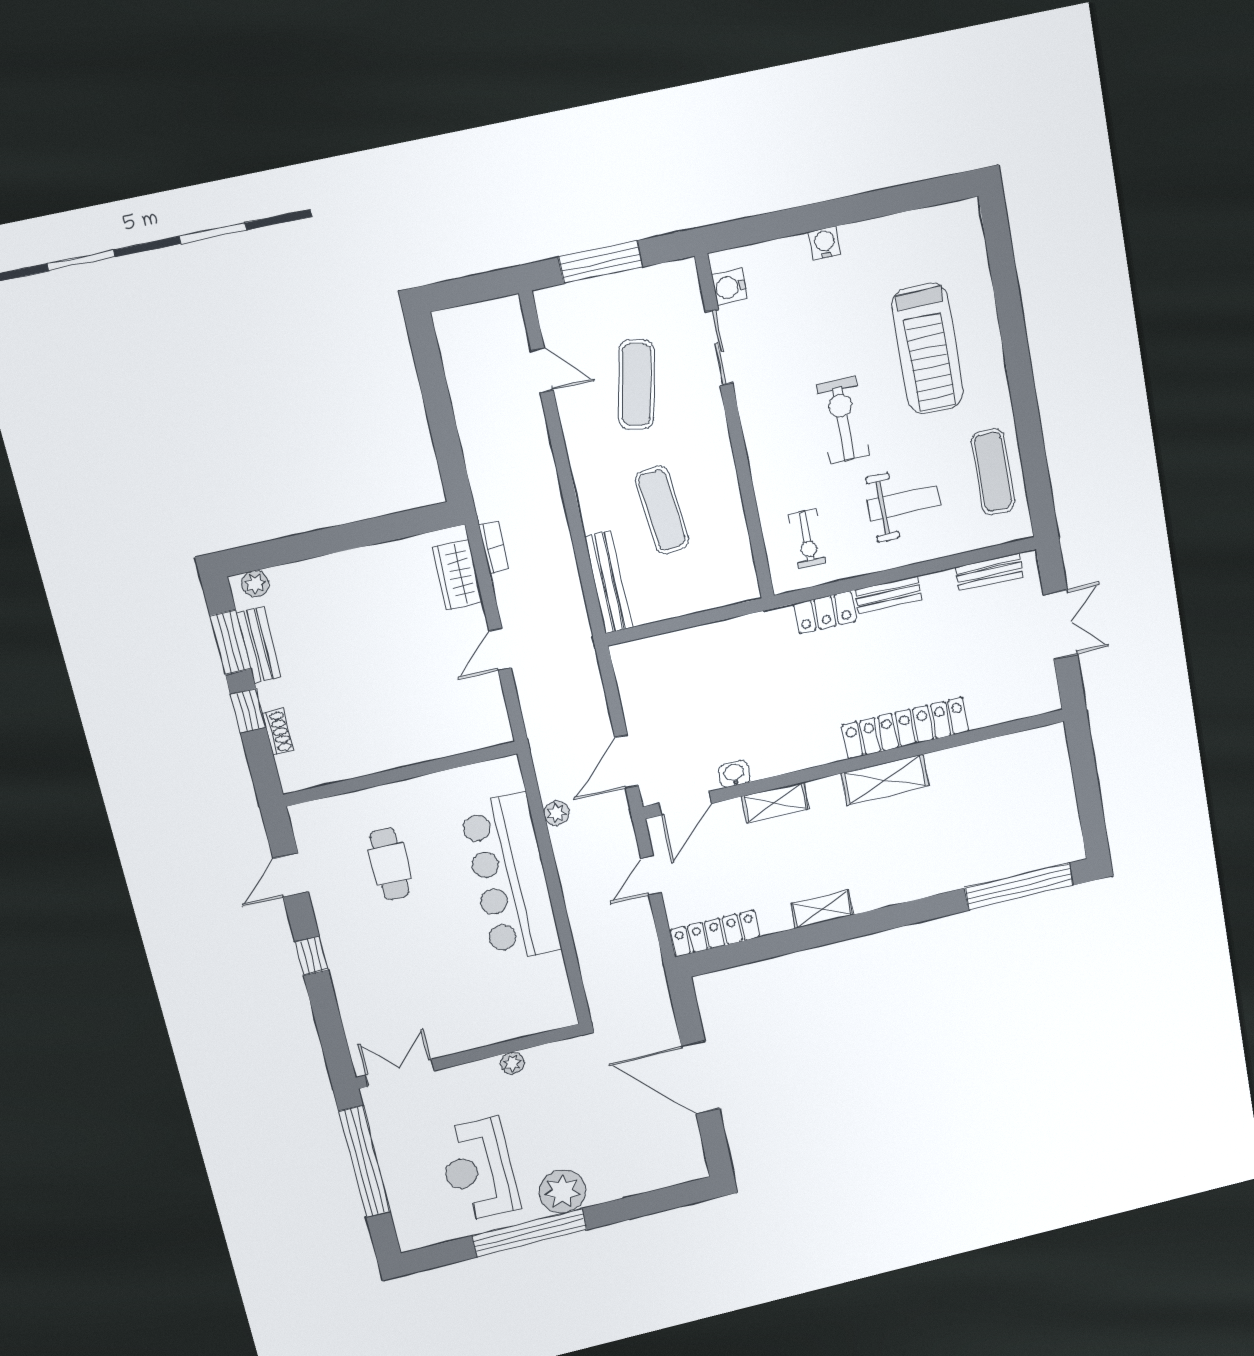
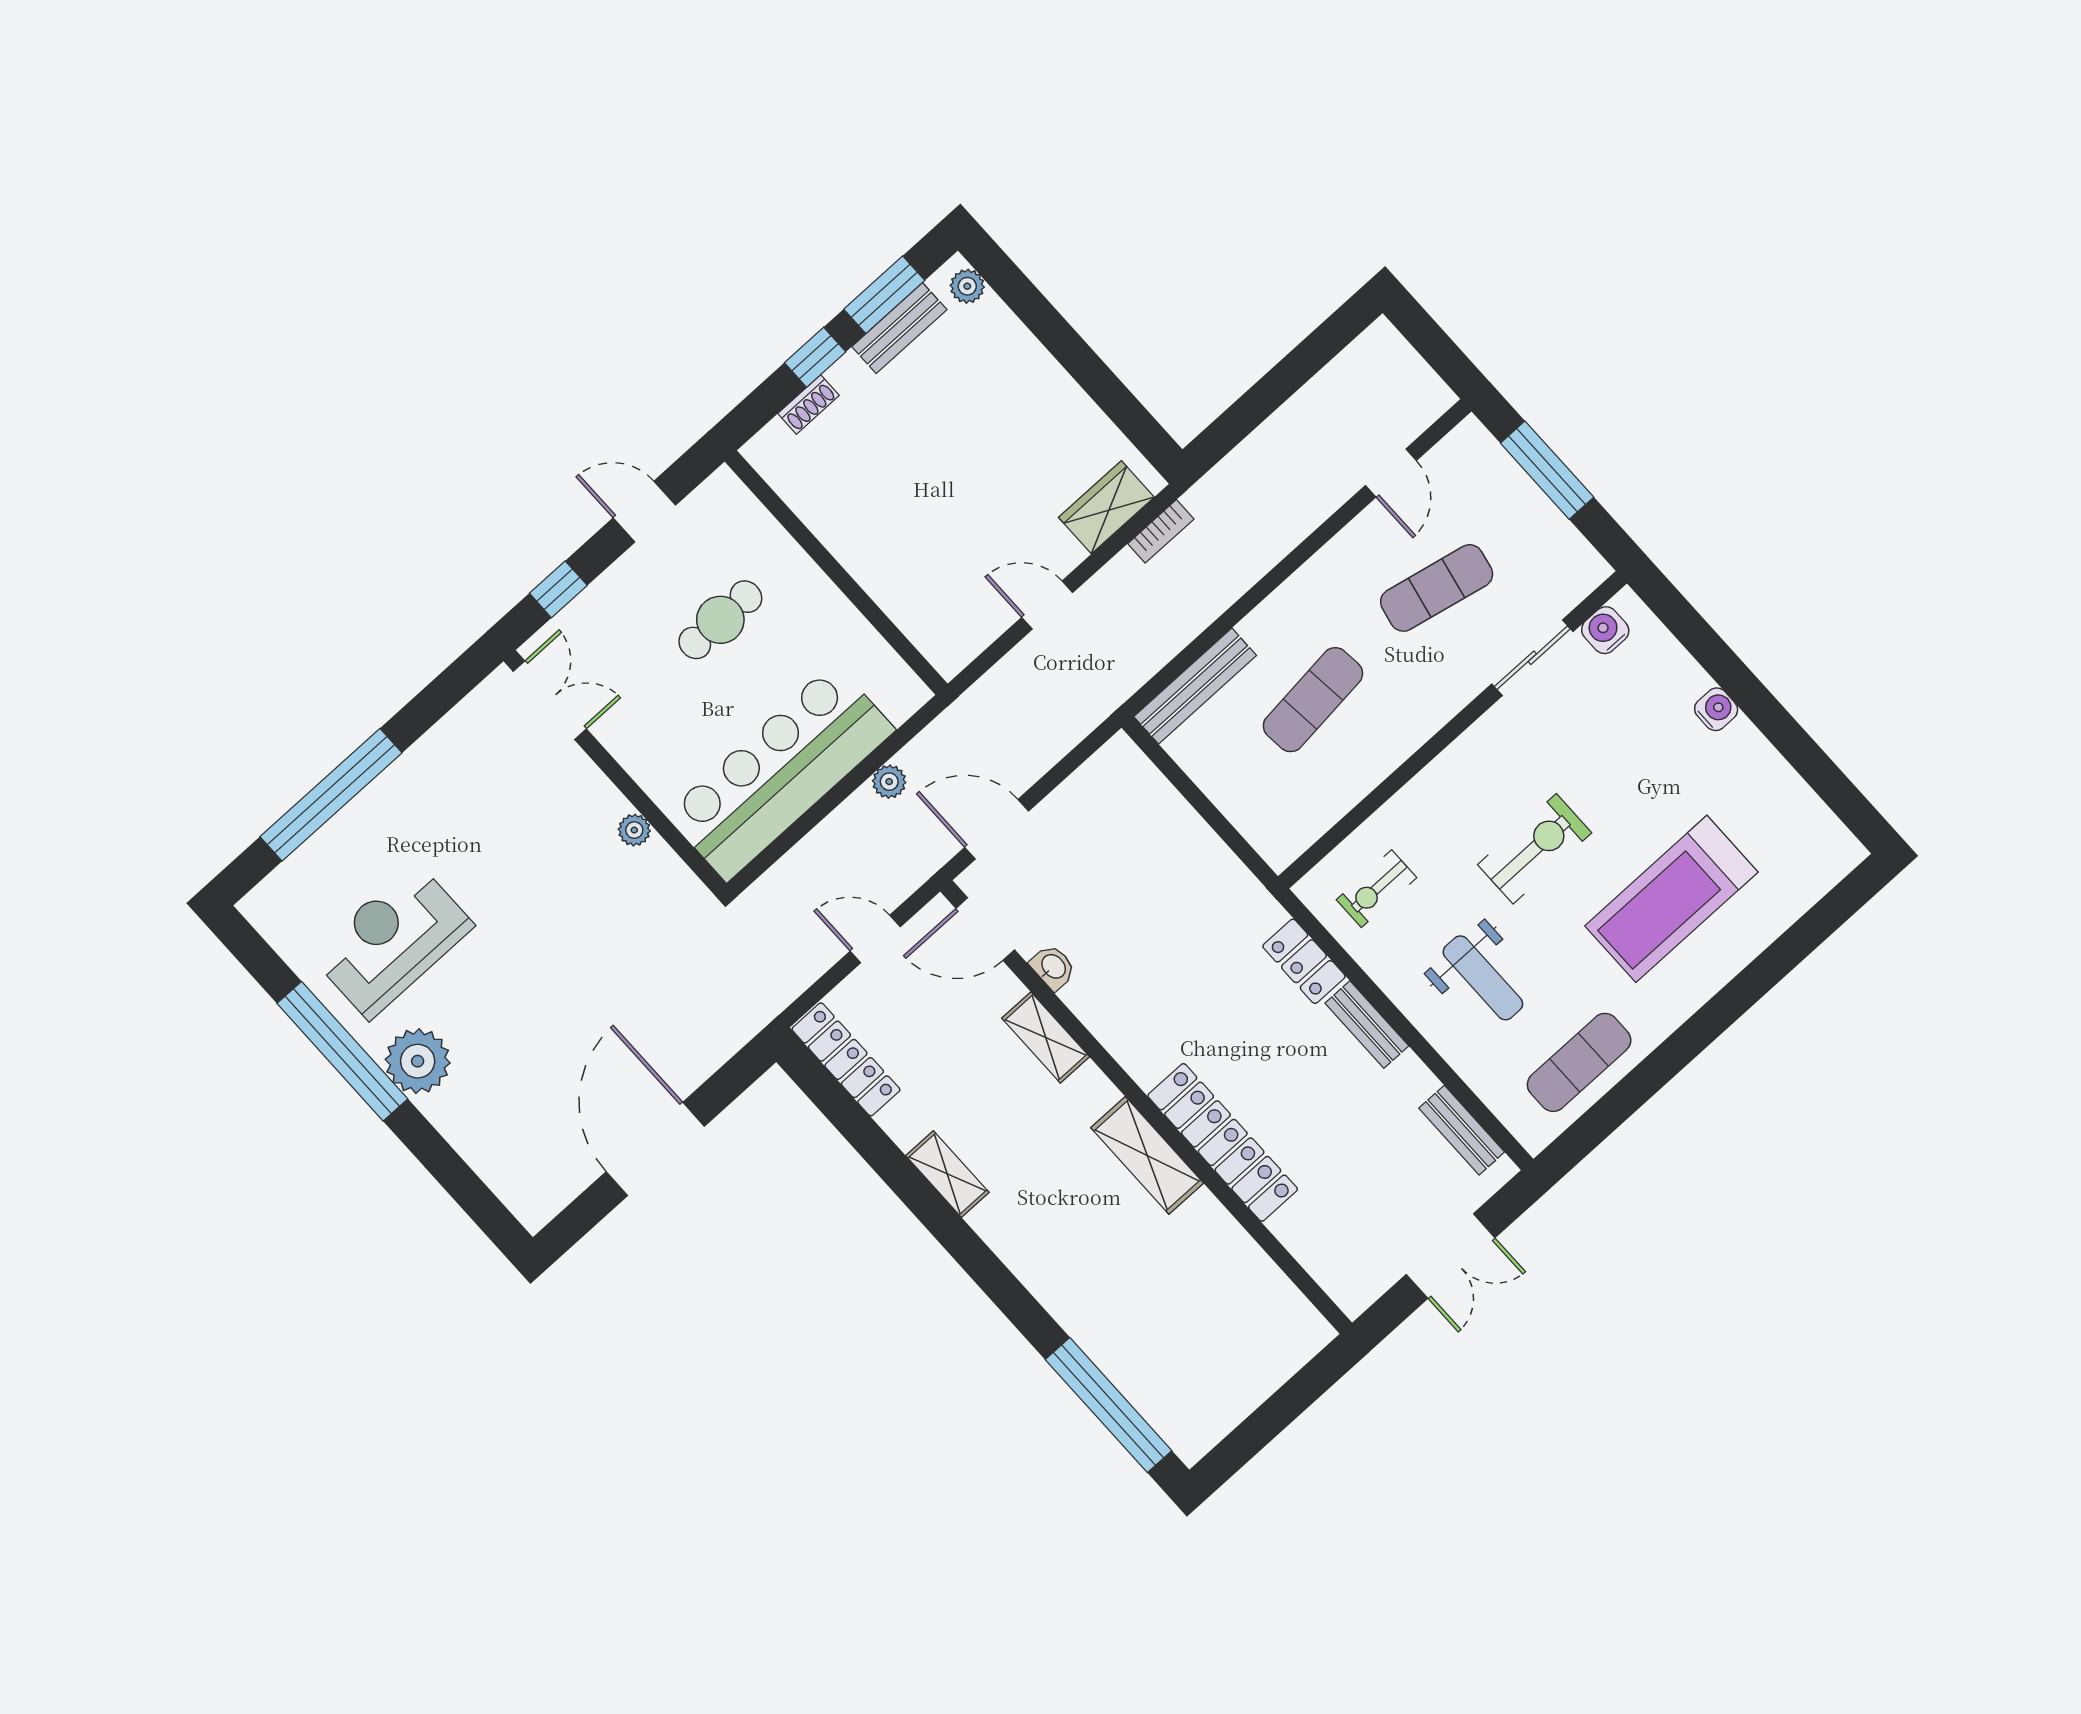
wall: (469, 1056) -> (615, 772), moved
plant: (512, 1063) -> (634, 830), moved
double door: (400, 1073) -> (550, 700), moved

